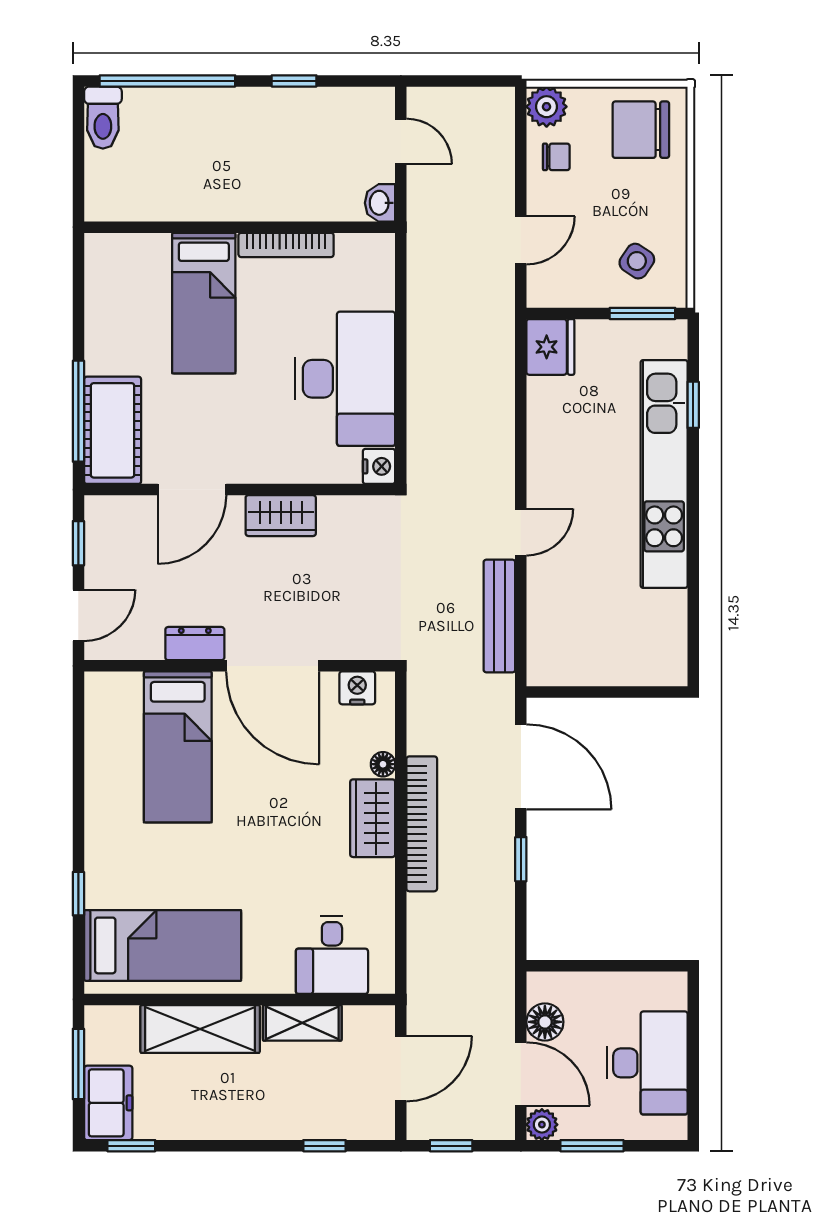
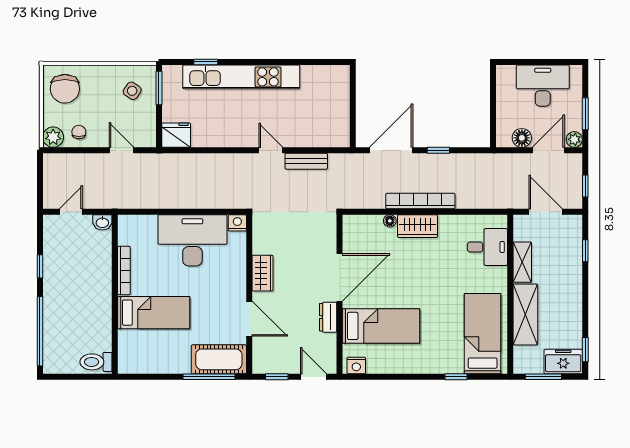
toilet: (103, 118) -> (96, 362), moved, turned 180
bench: (499, 616) -> (306, 161), width x0.73
nightstand: (357, 688) -> (356, 366), moved, turned -90

